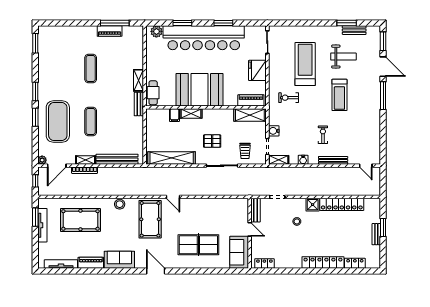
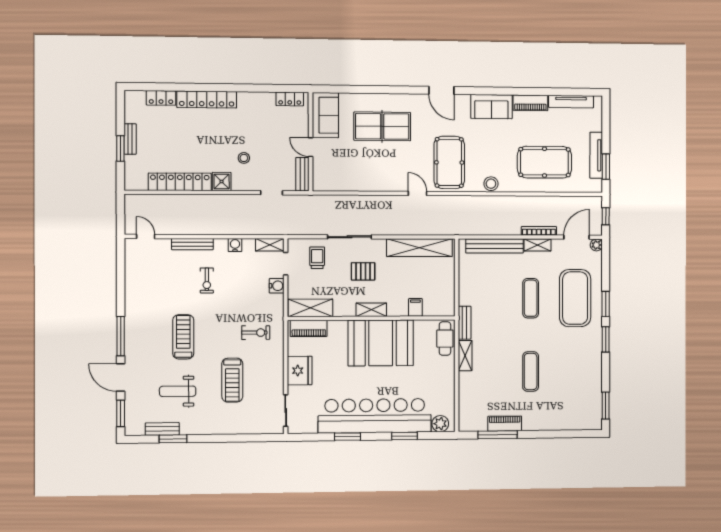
treadmill: (305, 64) -> (232, 380), width x0.73, depth x0.73
shelving: (191, 114) -> (371, 310), moved

